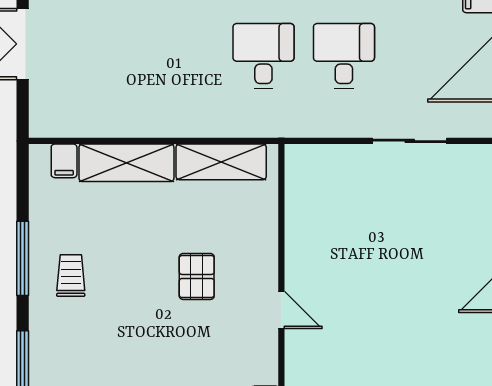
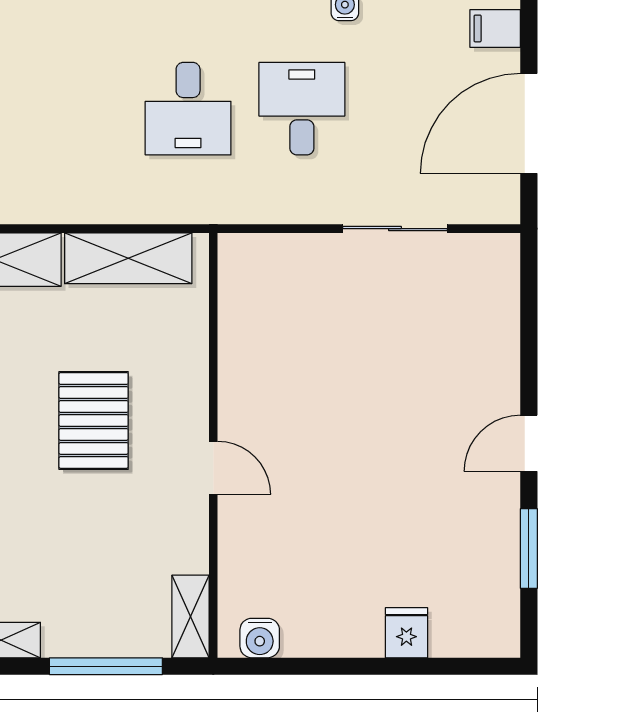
desk: (263, 56) -> (188, 109), turned 180
pallet: (197, 276) -> (94, 420), width x1.50, depth x1.42

